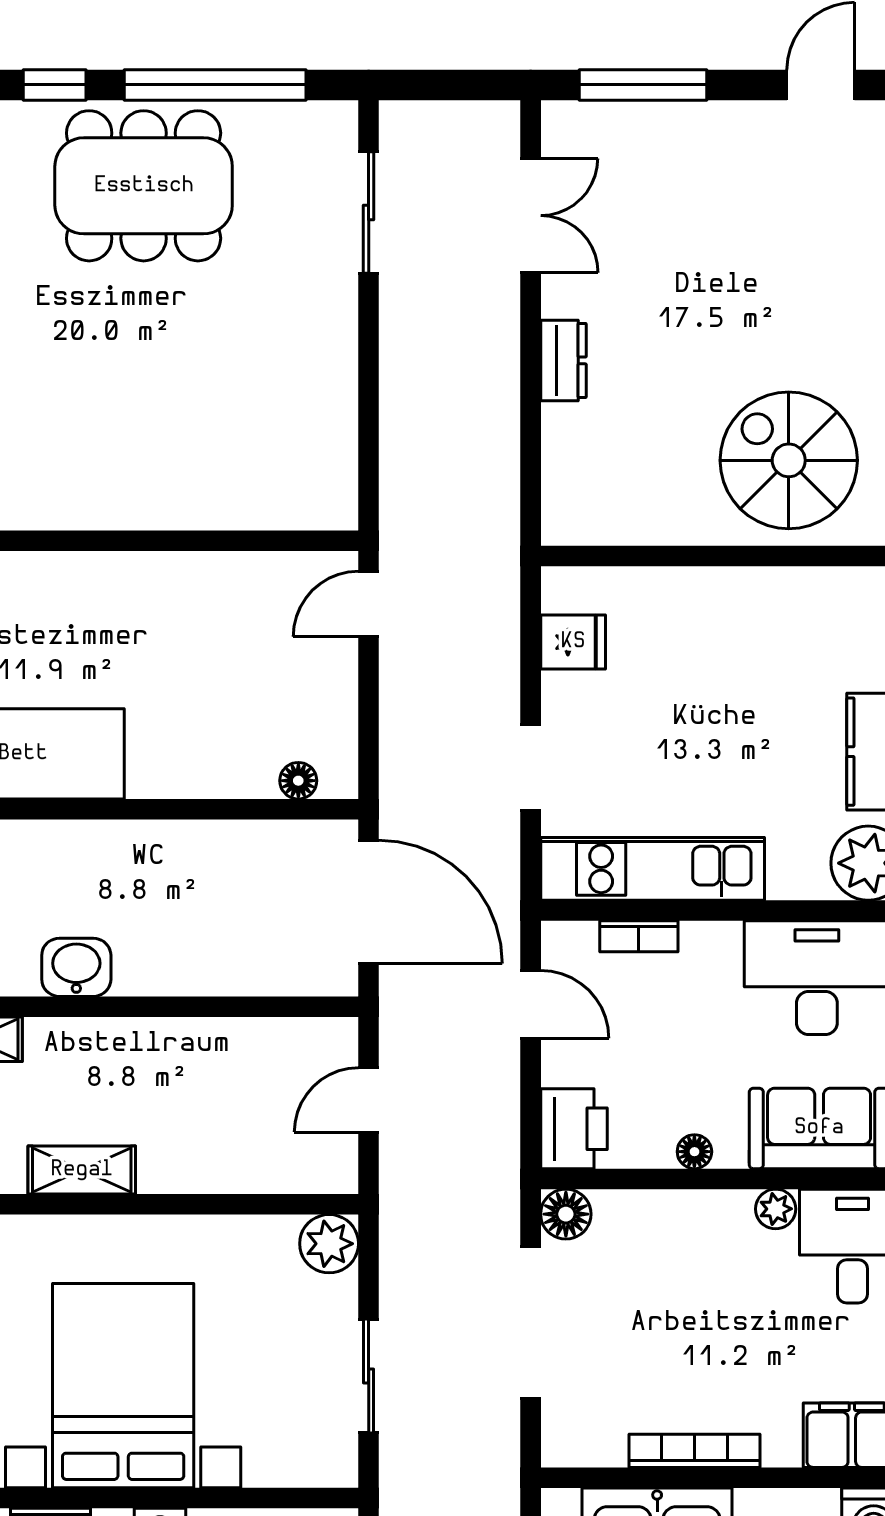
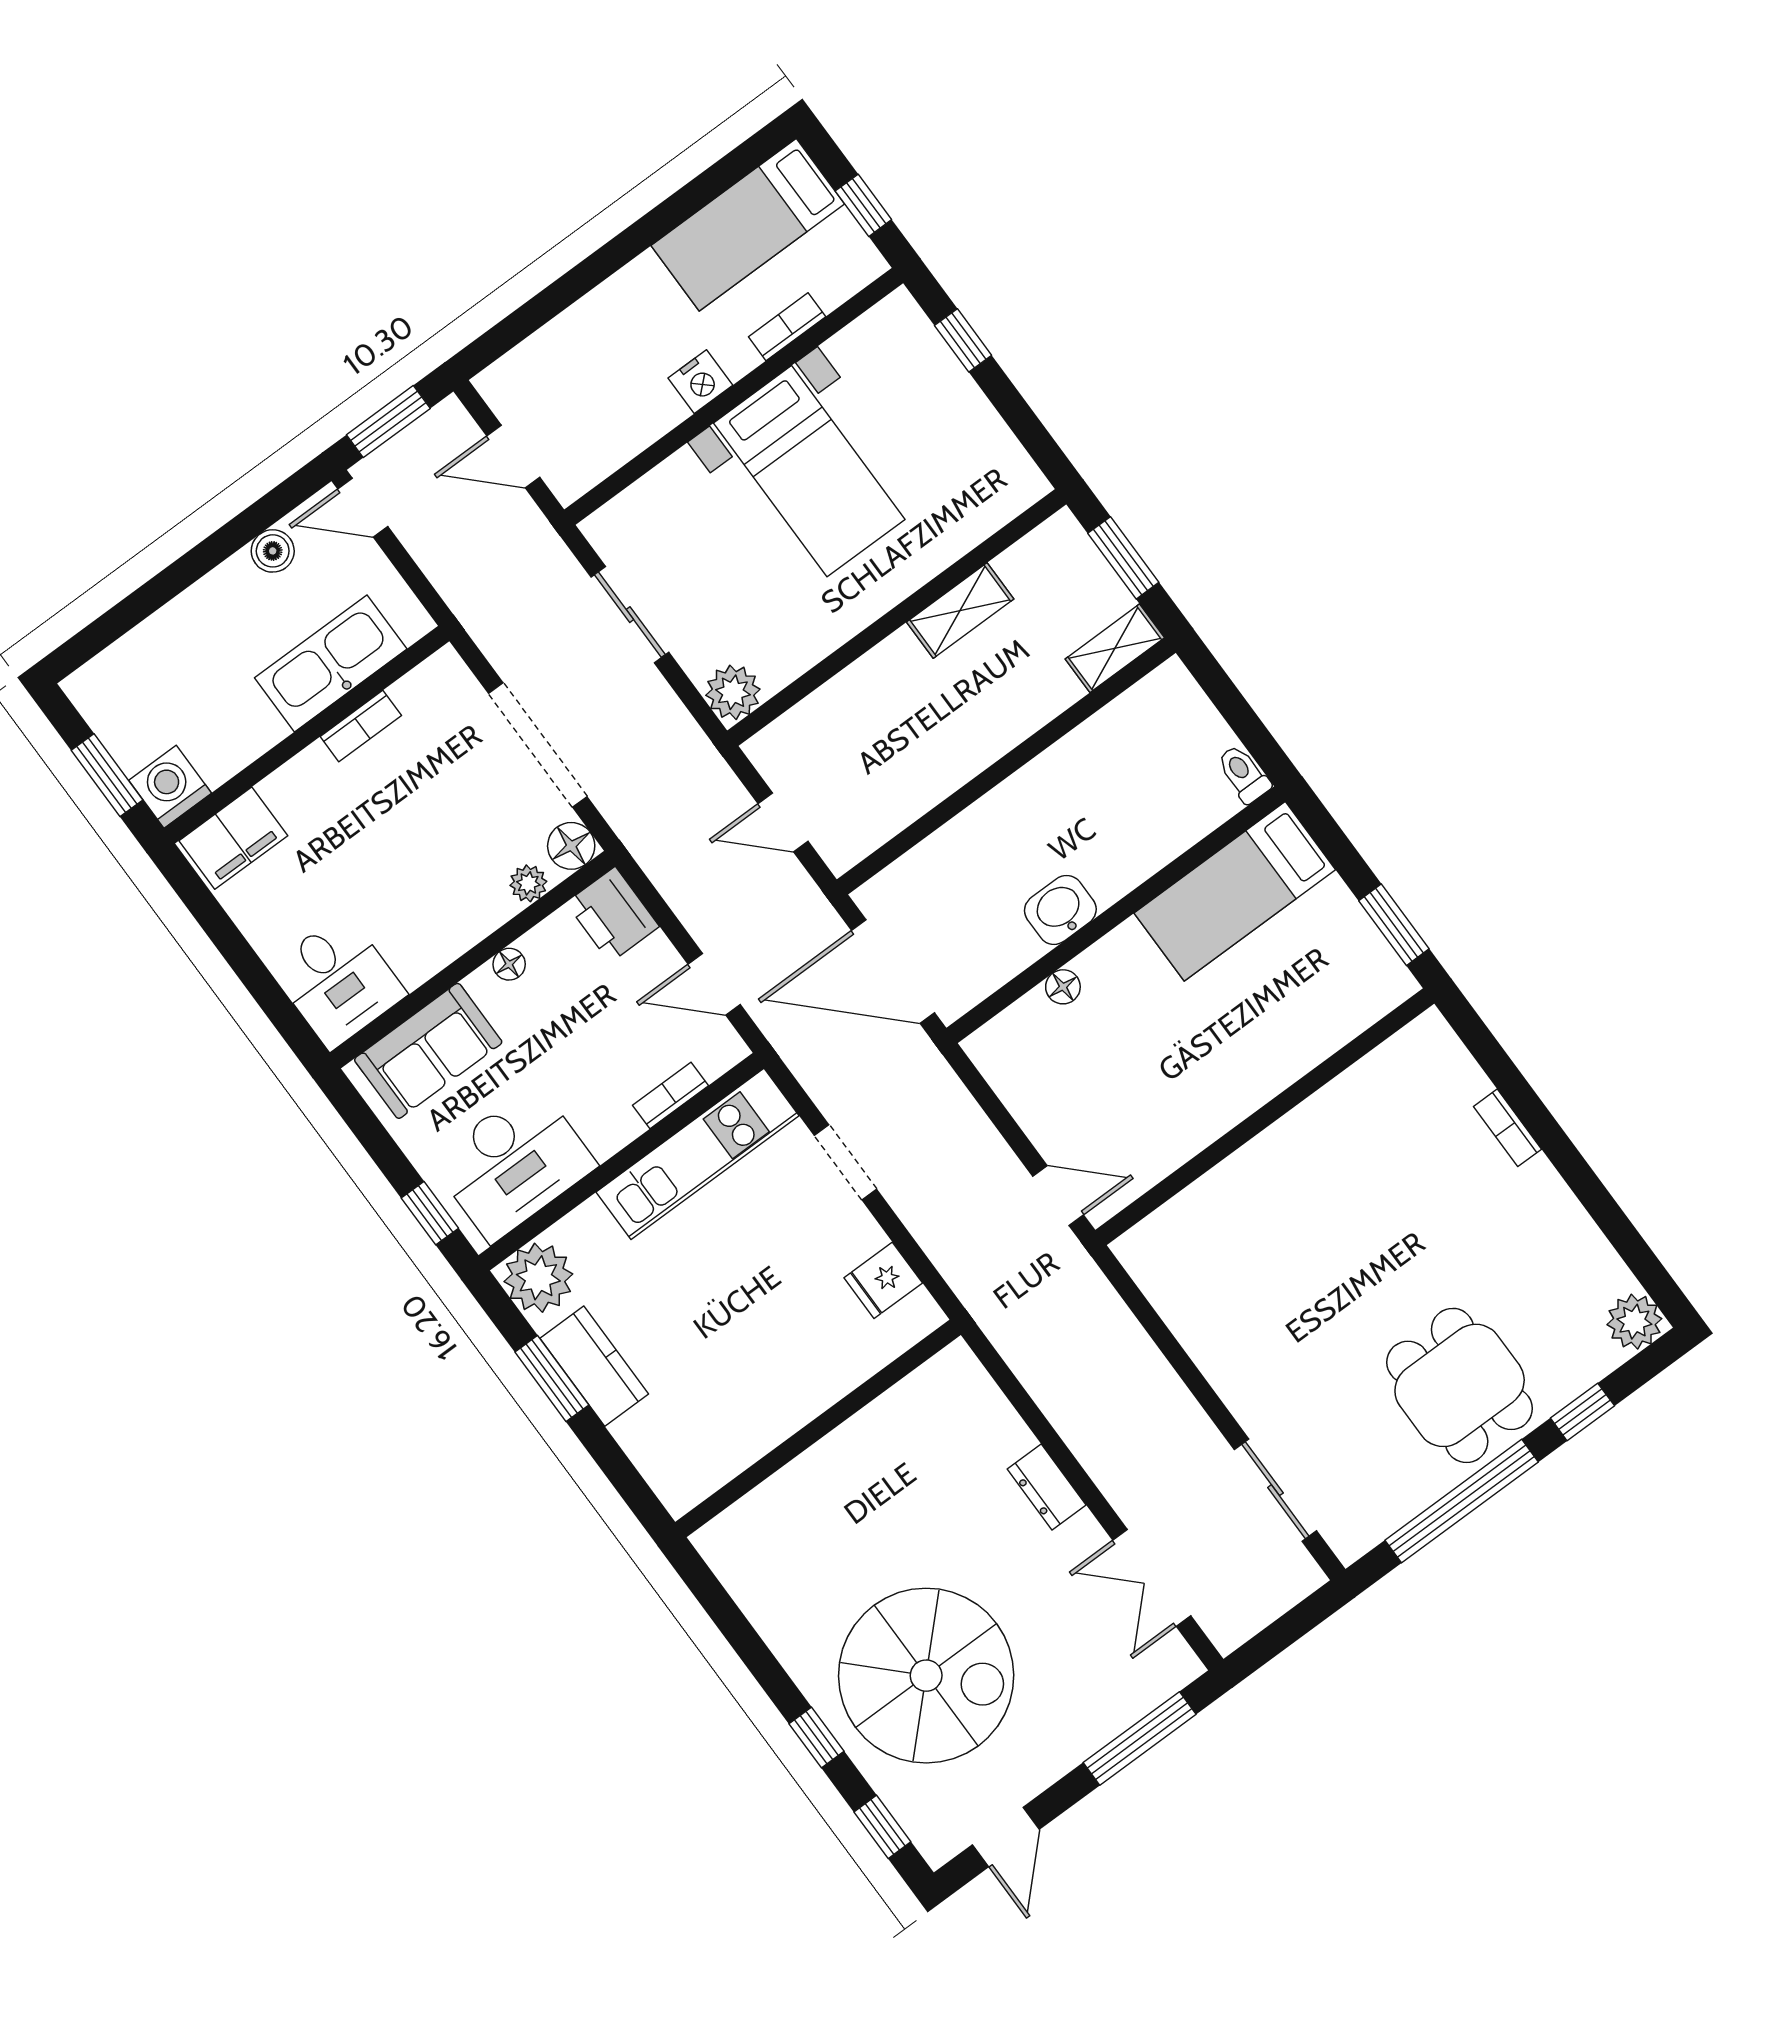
dining table: (144, 186) -> (1460, 1385), width x0.73
spiral stairs: (789, 460) -> (926, 1676), moved, width x1.37, depth x1.37
door: (369, 604) -> (1058, 1196), hinge flipped
floor lamp: (298, 781) -> (1063, 987), moved
washbasin: (76, 967) -> (1060, 910), moved, turned 180
door: (369, 1100) -> (783, 822), swing flipped
plant: (776, 1209) -> (528, 883), moved
bed with nightstands: (123, 1386) -> (809, 471), width x0.73
bookcase: (694, 1451) -> (361, 726), width x0.64

